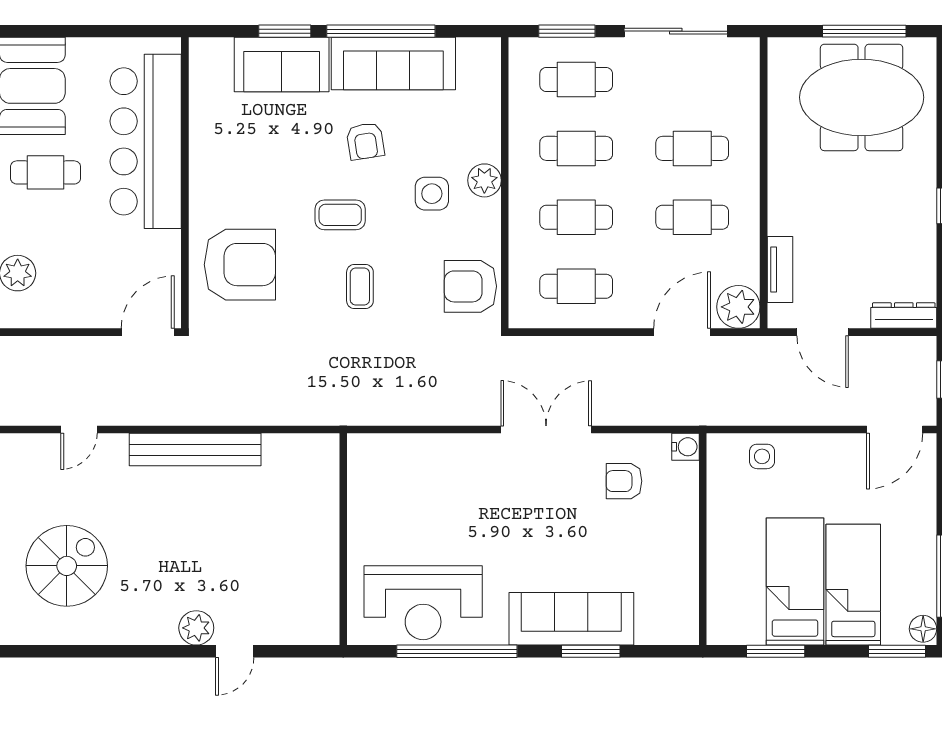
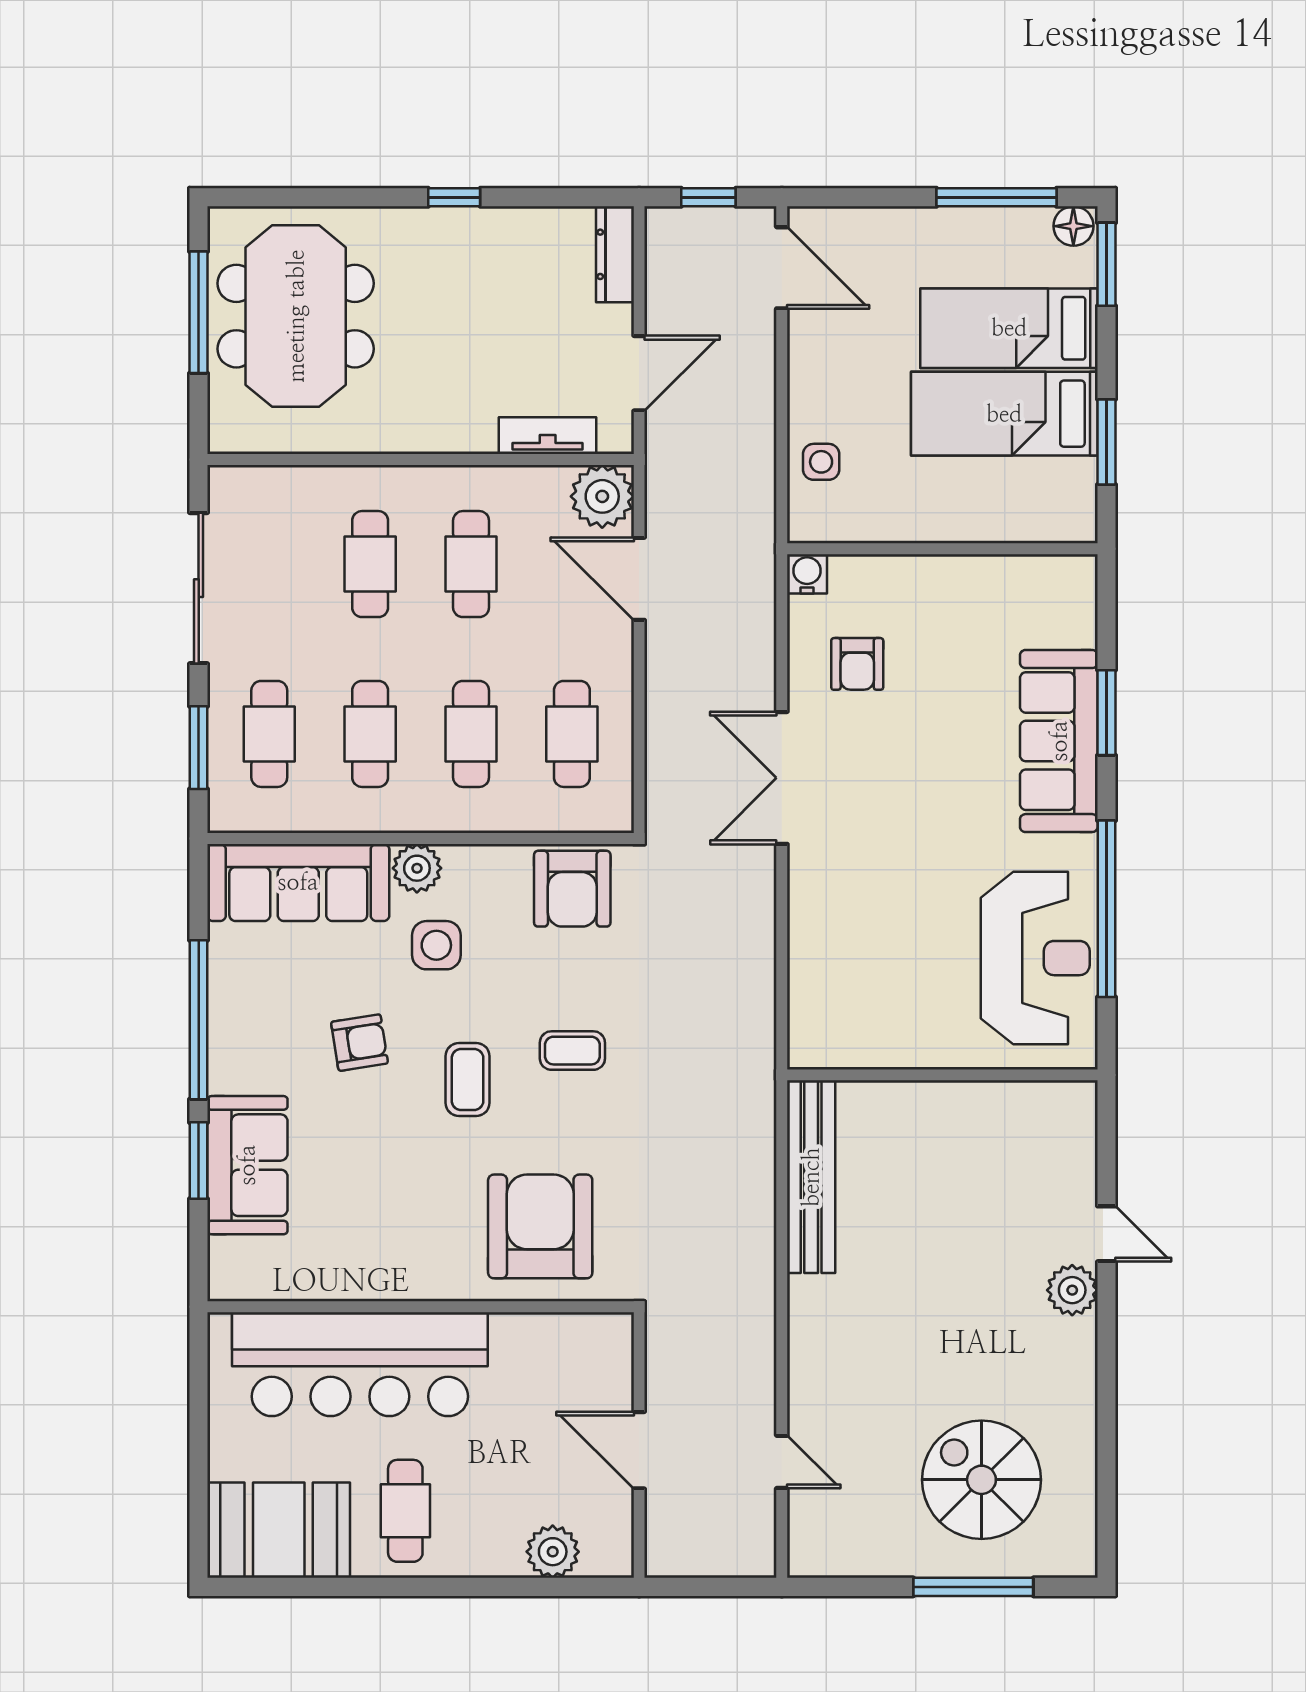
sofa: (393, 64) -> (298, 882), moved, turned 90
door: (148, 332) -> (639, 1450), moved
bench: (195, 450) -> (811, 1177), moved

